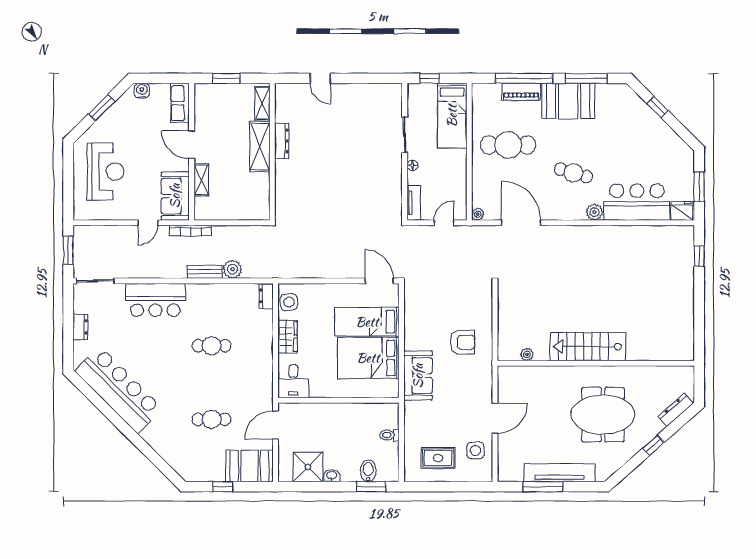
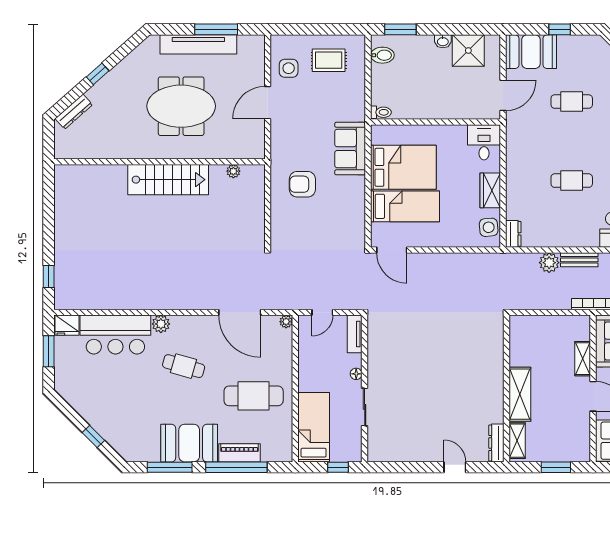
dresser: (282, 141) -> (496, 443), moved
meeting table: (603, 415) -> (181, 106), moved
toilet: (389, 435) -> (381, 112), moved
bidet: (368, 471) -> (382, 55), moved, turned -90

